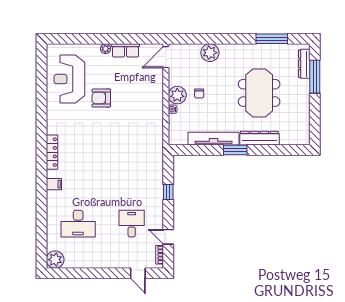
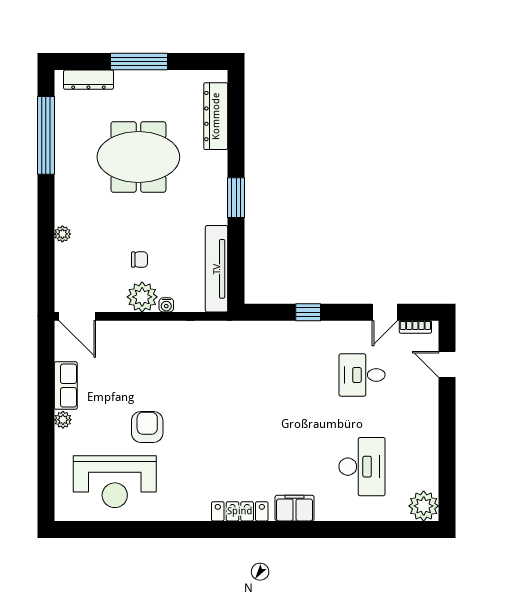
window: (272, 39) -> (46, 135), width x1.46
plant: (210, 53) -> (62, 234), width x0.53, depth x0.53
window: (315, 77) -> (139, 62), moved
armchair: (101, 98) -> (147, 427), turned 180
dresser: (259, 138) -> (216, 116), moved
tv unit: (214, 139) -> (217, 269), moved
filing cabinet: (54, 184) -> (295, 508), width x2.00
door: (138, 273) -> (447, 364), swing flipped

